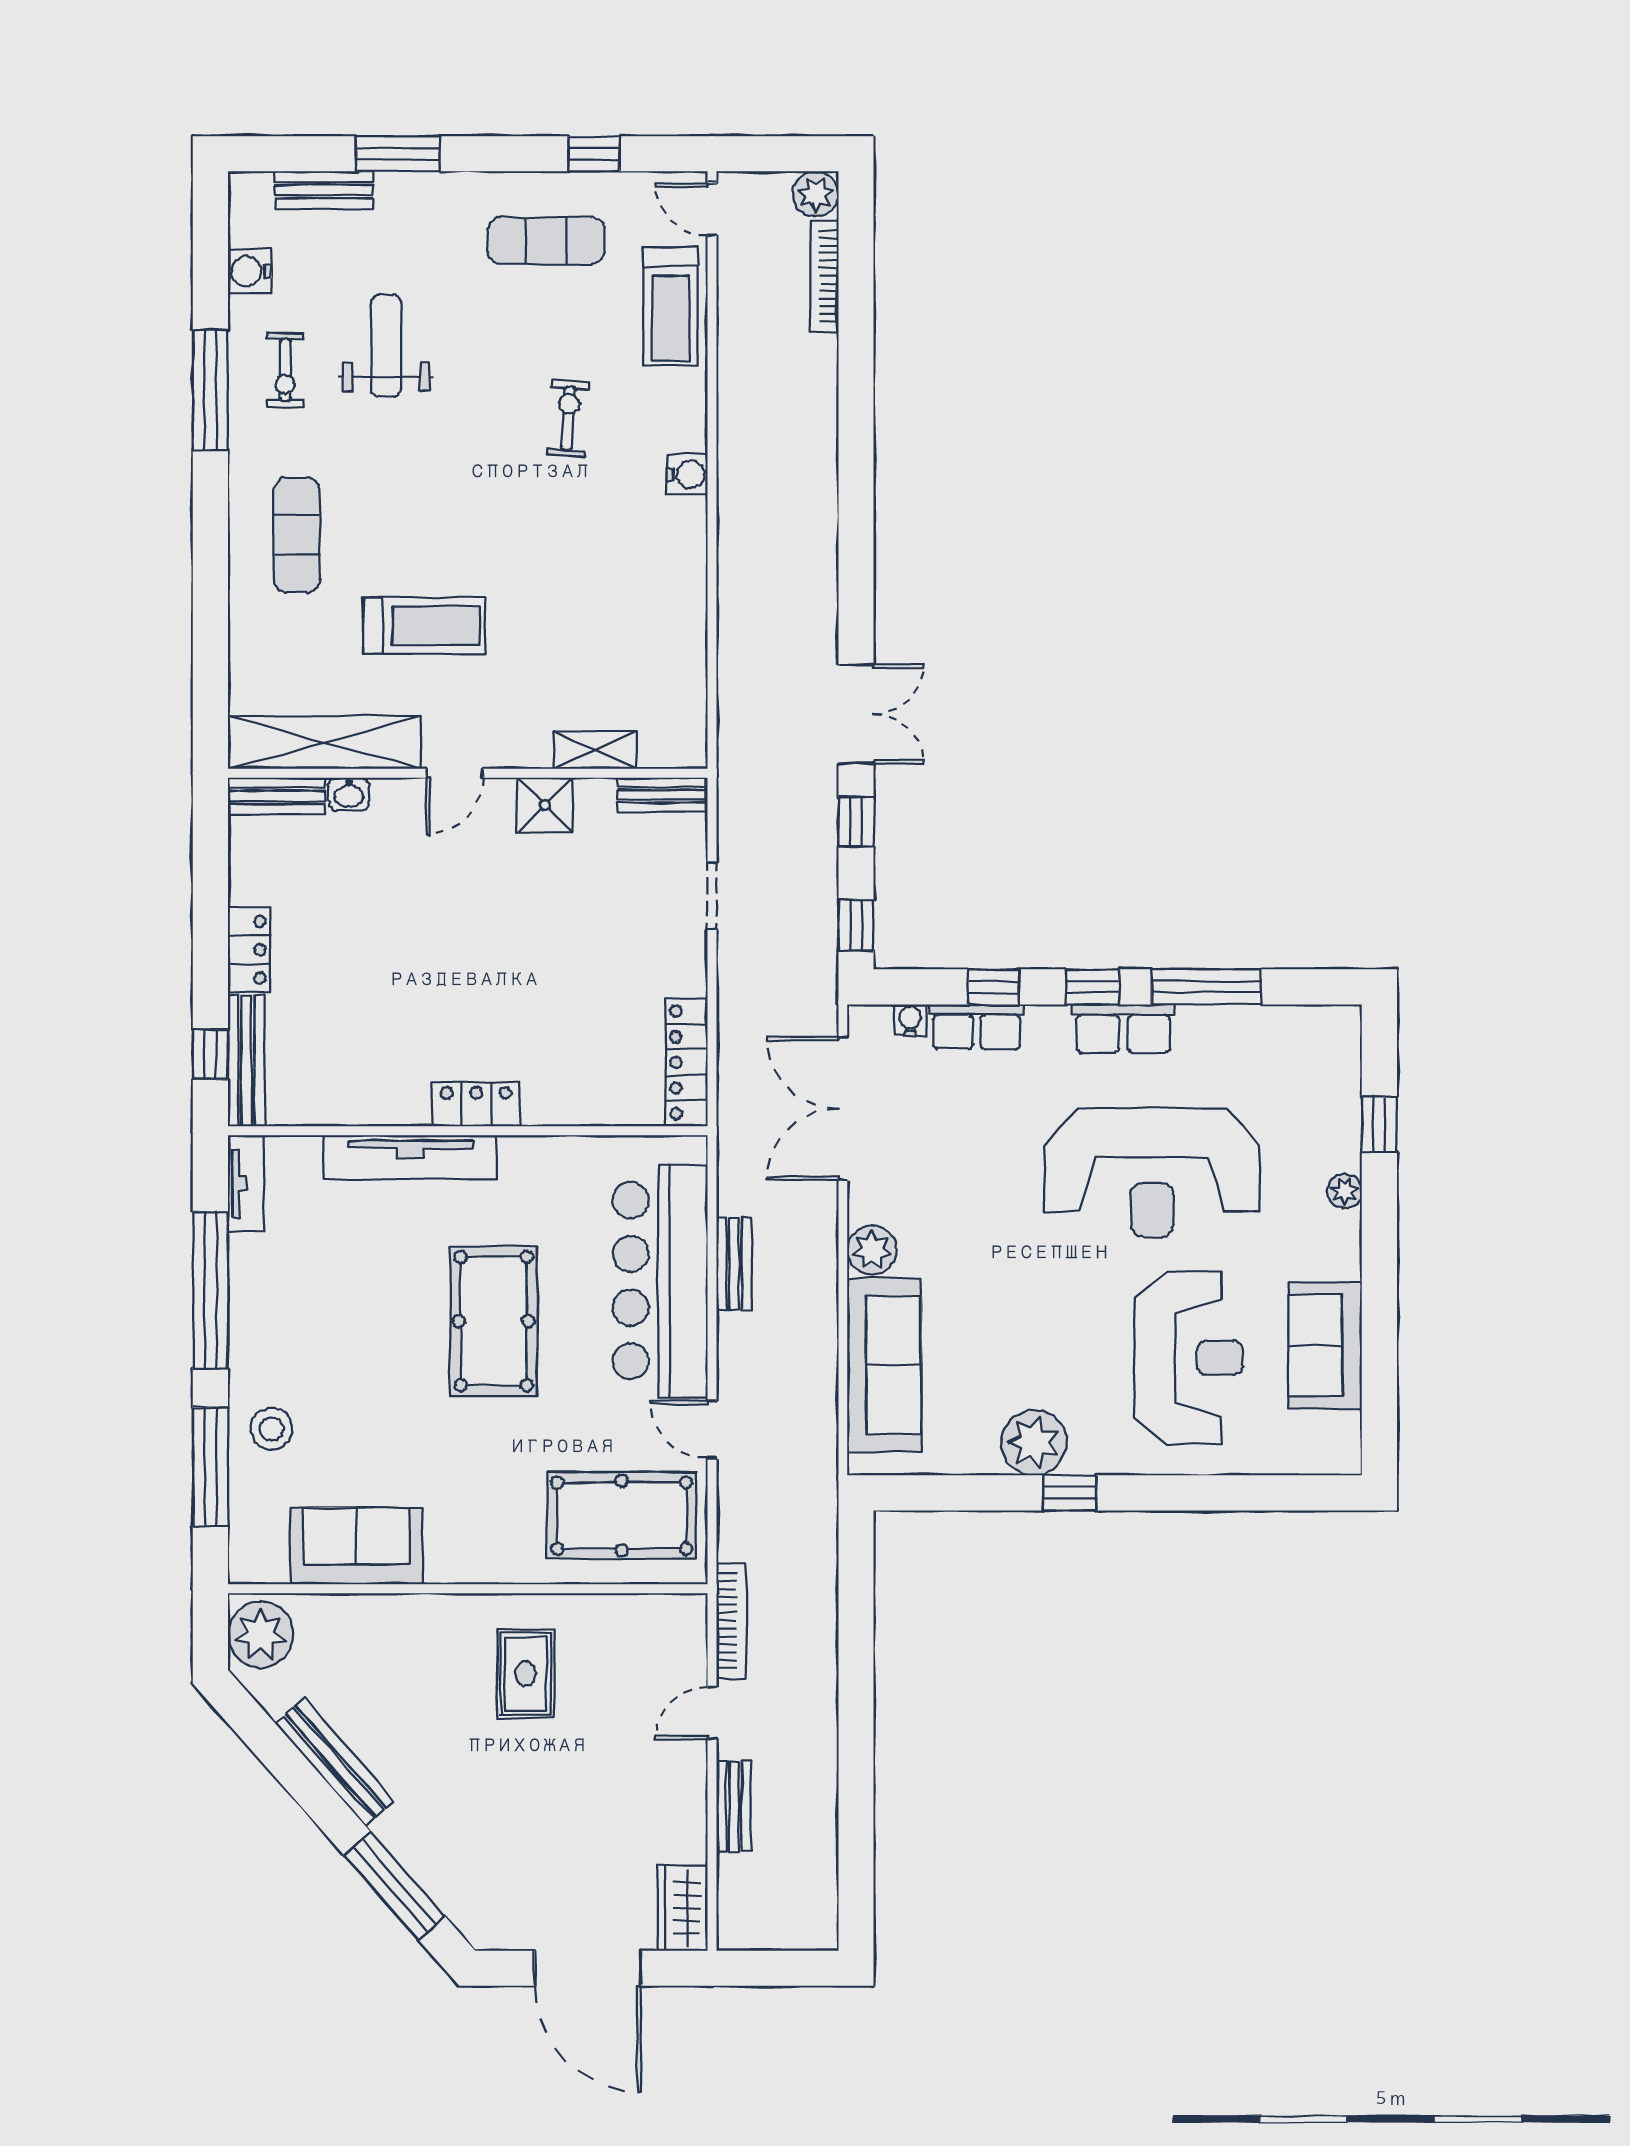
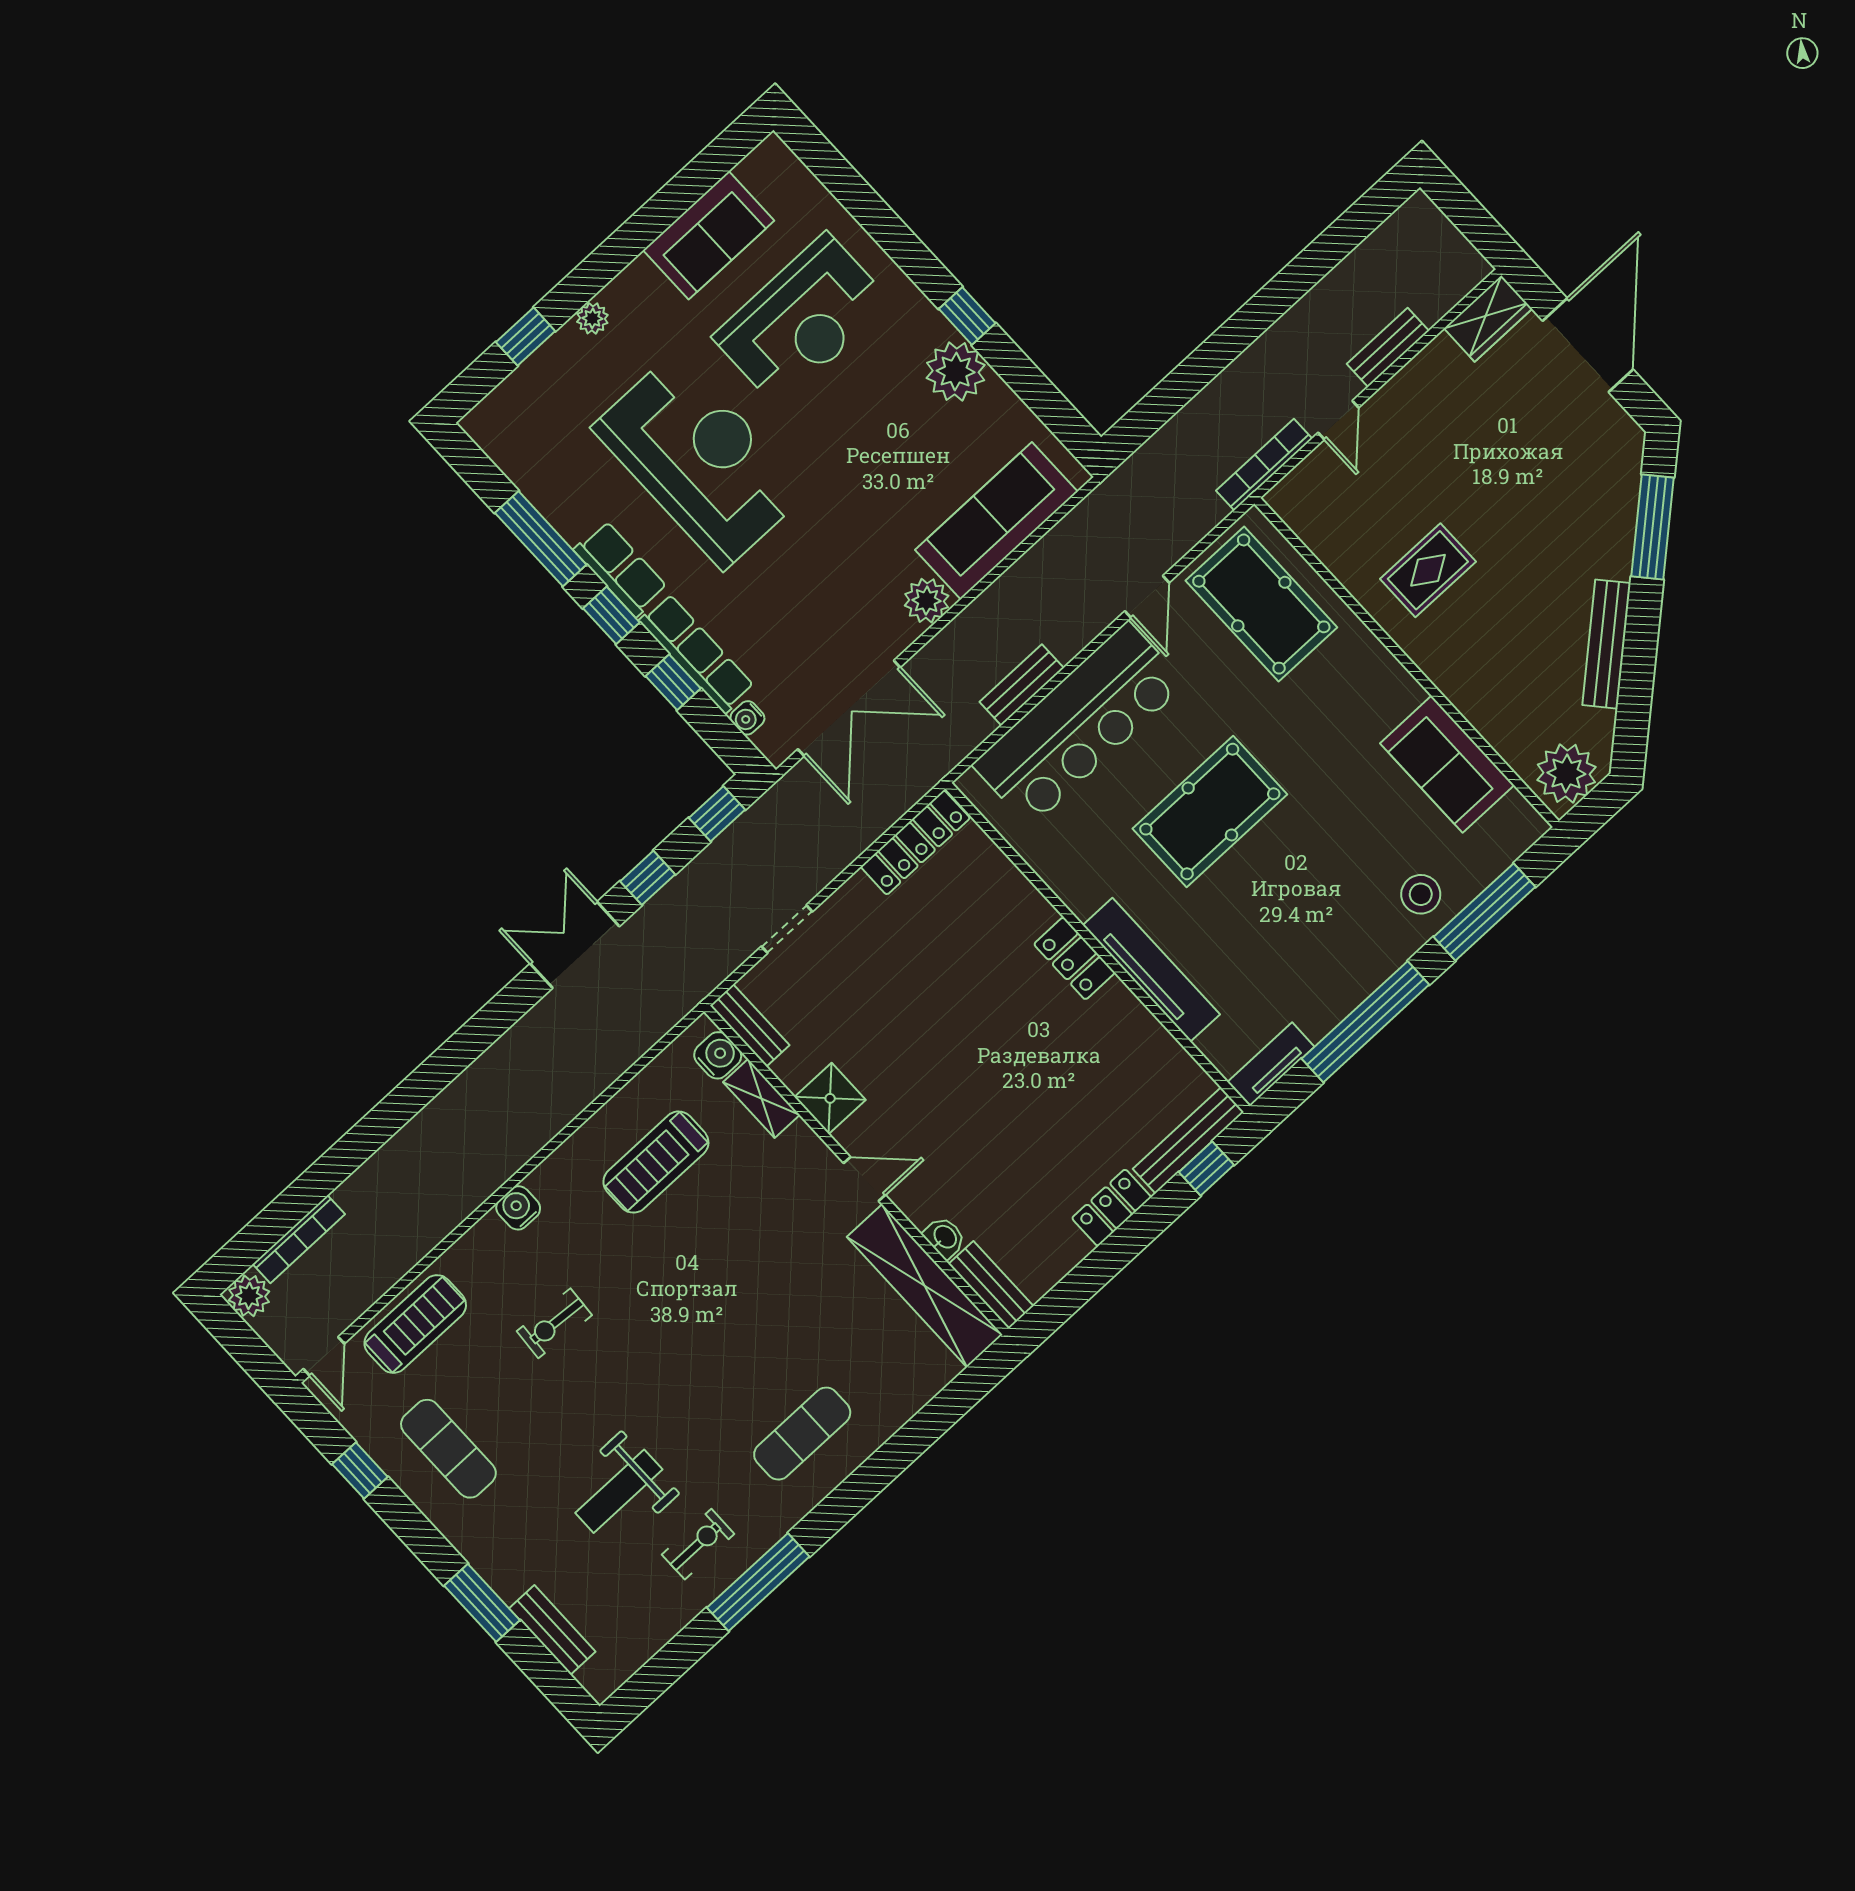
water cooler: (250, 271) -> (718, 1055), moved, turned -90
treadmill: (424, 626) -> (656, 1162), moved, turned -90
row of seats: (977, 1027) -> (697, 654), width x1.48
reception desk: (1189, 1358) -> (802, 320), turned 180
door: (712, 1713) -> (1338, 420), hinge flipped

